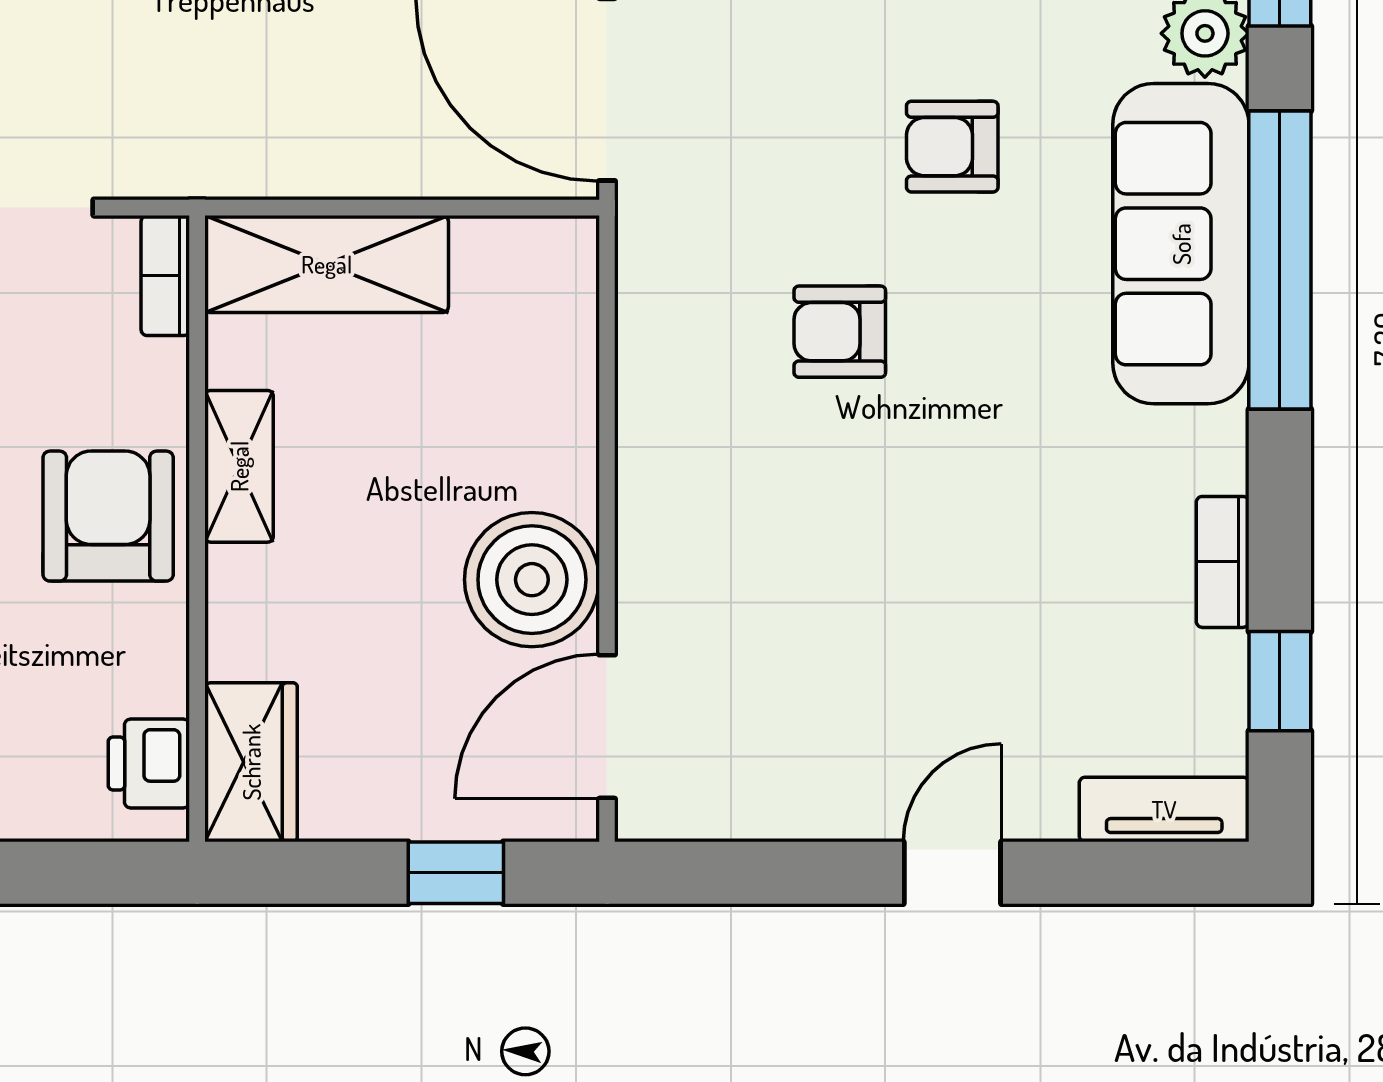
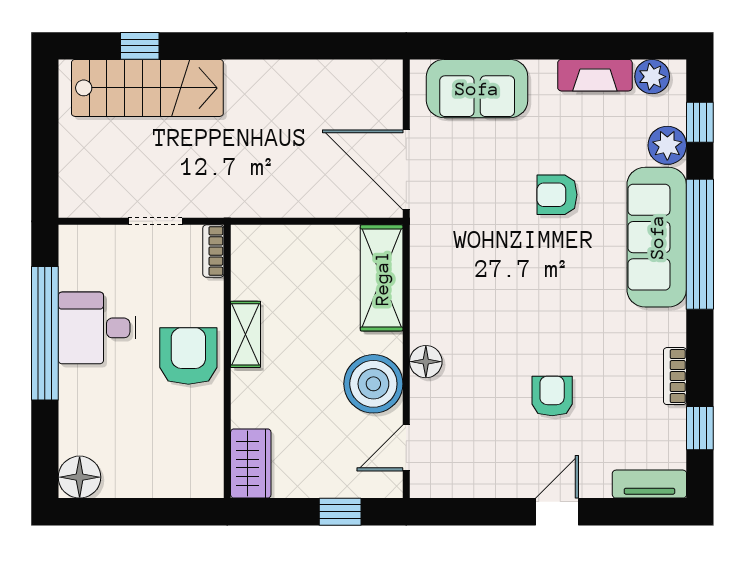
shelving: (327, 264) -> (382, 278), moved, turned 90
armchair: (840, 332) -> (552, 396), moved, turned 90
floor lamp: (652, 529) -> (426, 362), added
door: (607, 727) -> (406, 448), width x0.73
printer: (149, 763) -> (206, 464), removed

